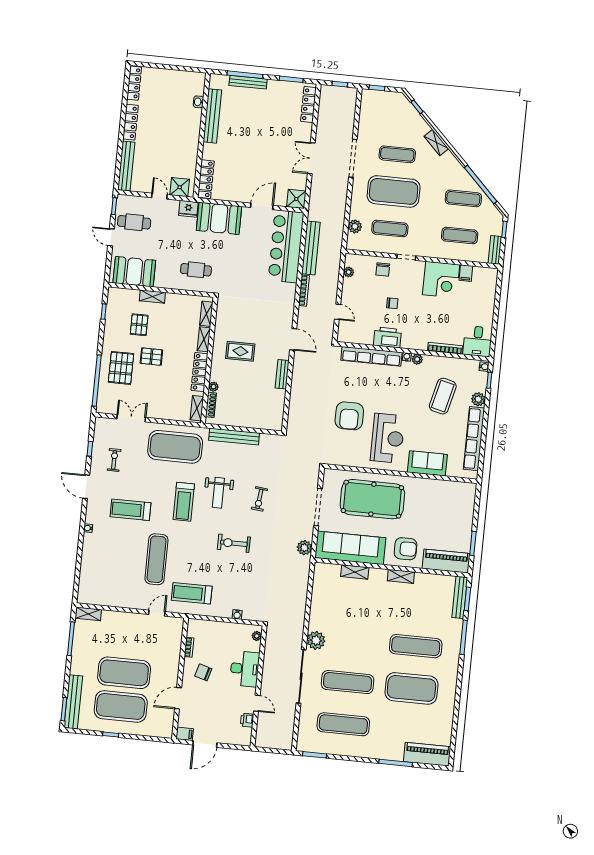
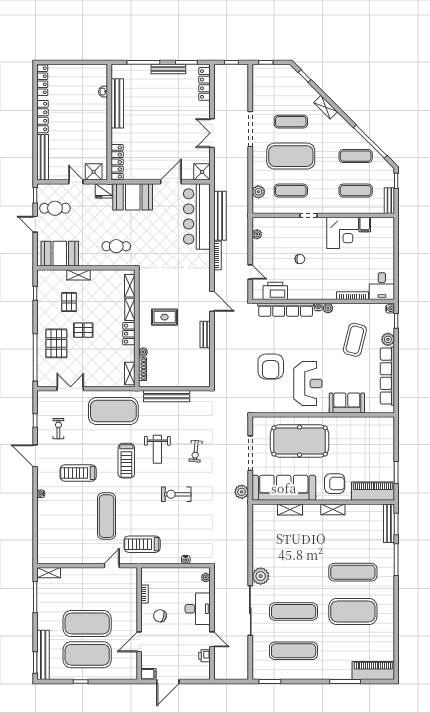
bench: (248, 82) -> (168, 69), moved
chair: (383, 270) -> (288, 229), removed
printer: (387, 337) -> (275, 291), moved
locker: (199, 372) -> (129, 334), width x0.66

